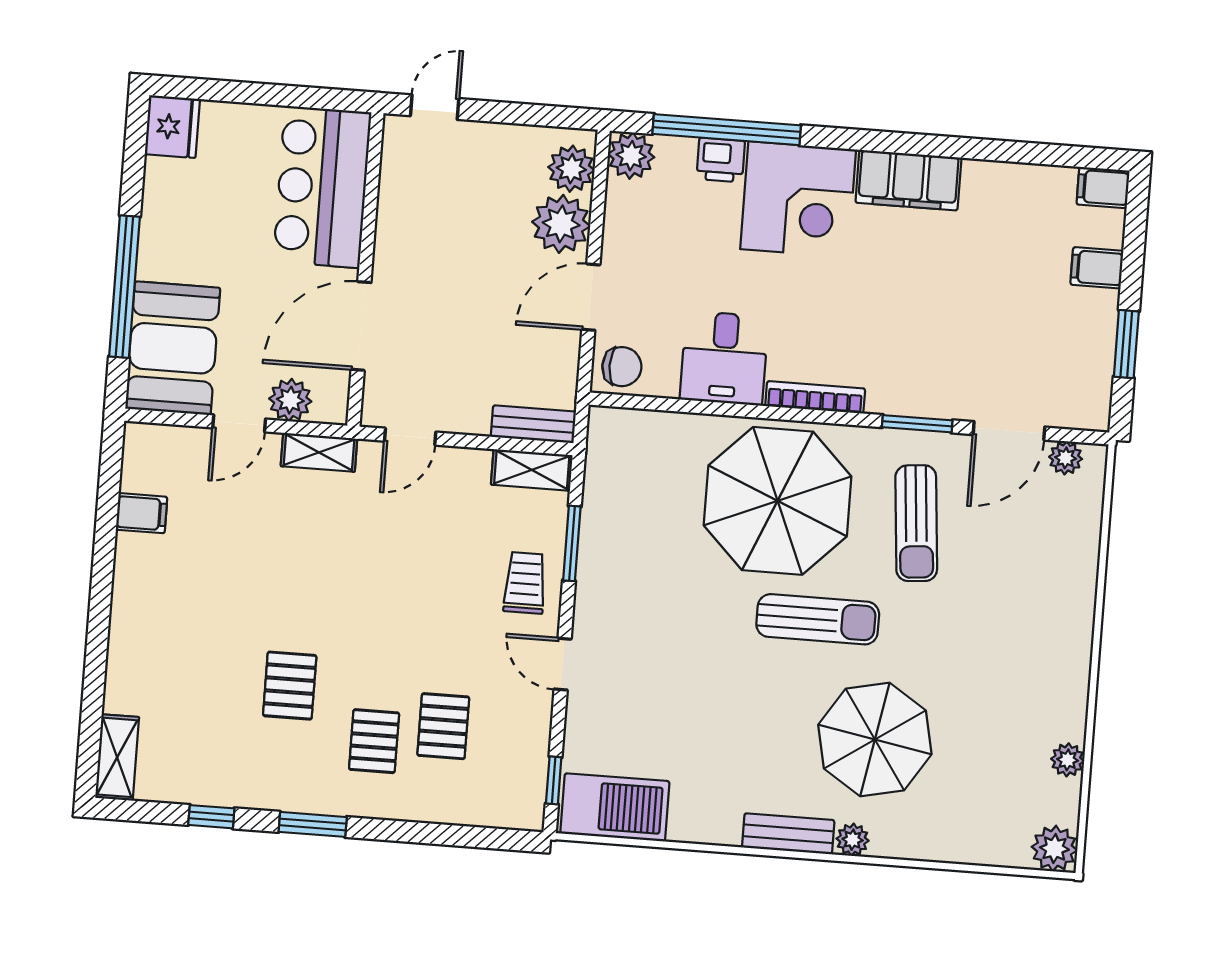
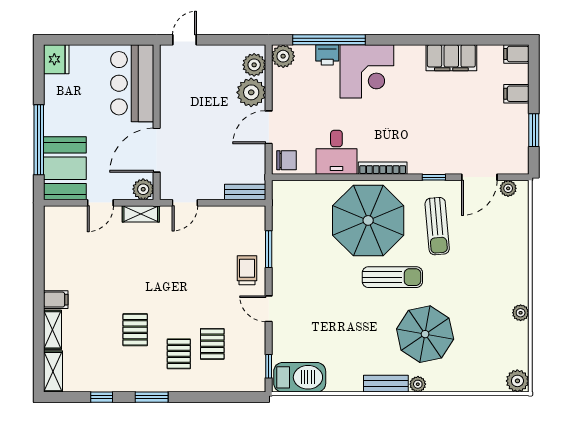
filing cabinet: (908, 180) -> (451, 58), moved
plant: (290, 400) -> (143, 189), moved
window: (917, 424) -> (434, 177), width x0.67
shelving: (532, 470) -> (53, 330), moved, turned 90
filing cabinet: (142, 513) -> (56, 300), moved
plant: (1068, 760) -> (521, 313), moved

